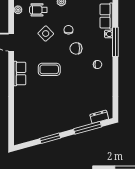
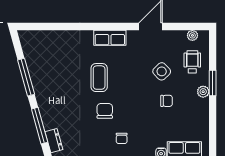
chair: (76, 48) -> (105, 111), moved
coffee table: (49, 69) -> (99, 78), moved
window: (50, 138) -> (26, 77), width x1.44

